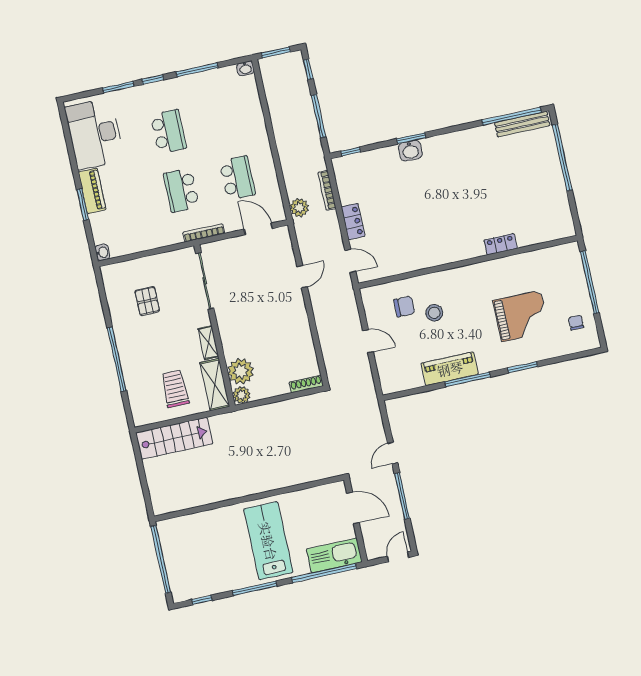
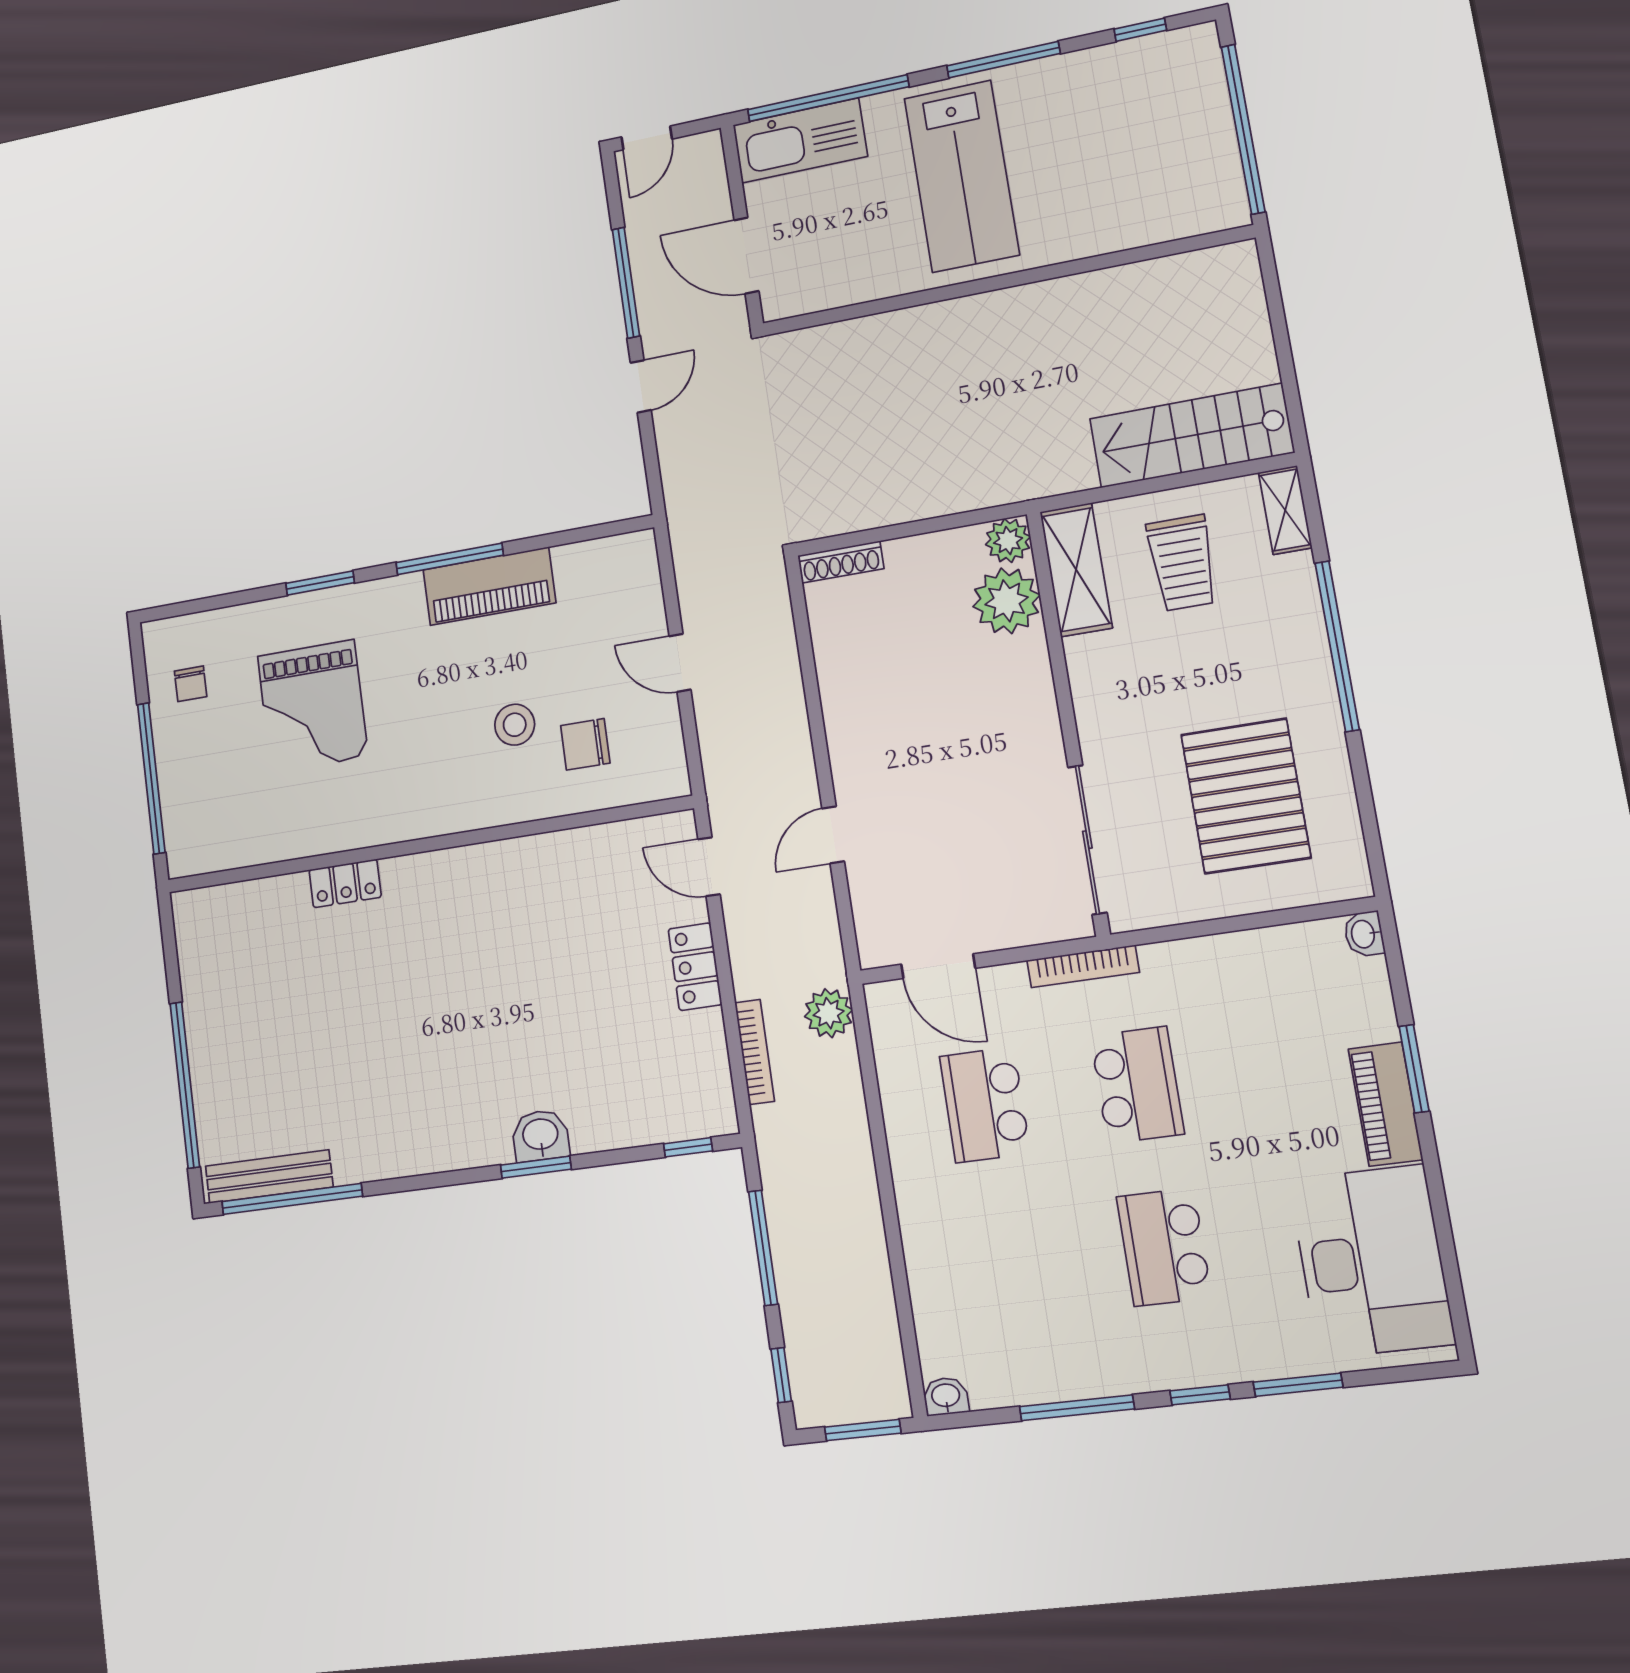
pallet: (147, 301) -> (1246, 796), width x2.05, depth x2.00
grand piano: (521, 316) -> (313, 706), turned -90
shelving: (208, 343) -> (1285, 510), moved

